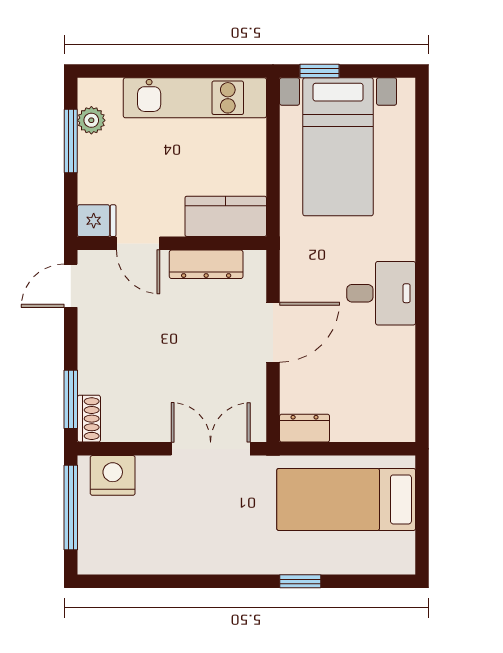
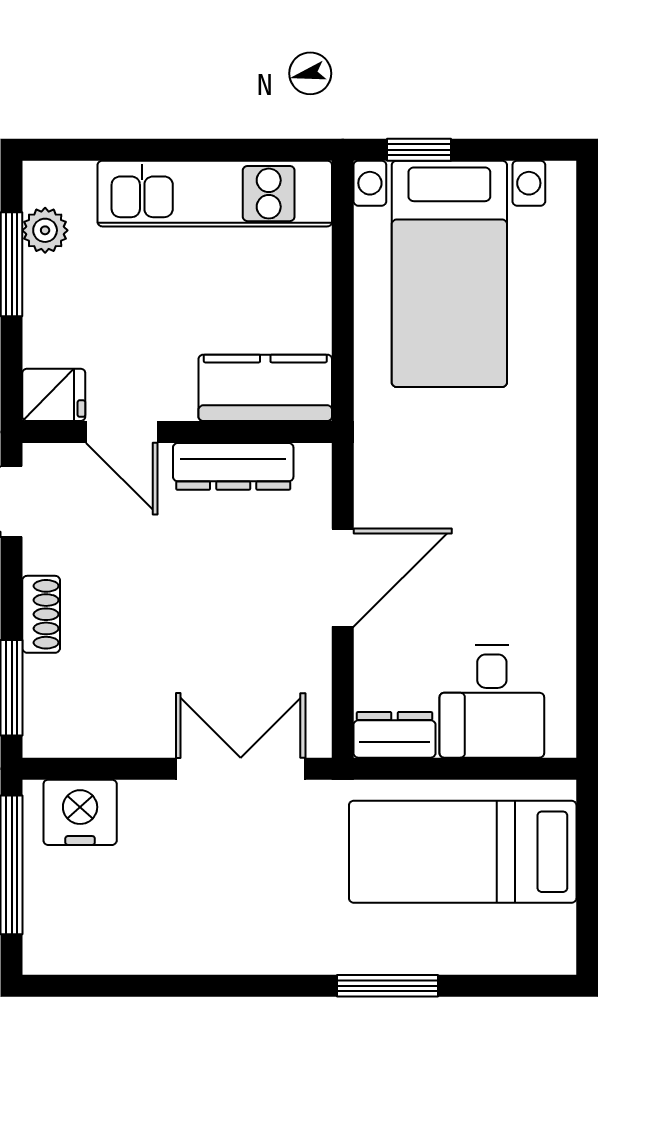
desk: (381, 293) -> (492, 702), moved, turned 90
shoe rack: (89, 419) -> (41, 614), moved
window: (300, 581) -> (387, 986), width x1.50

